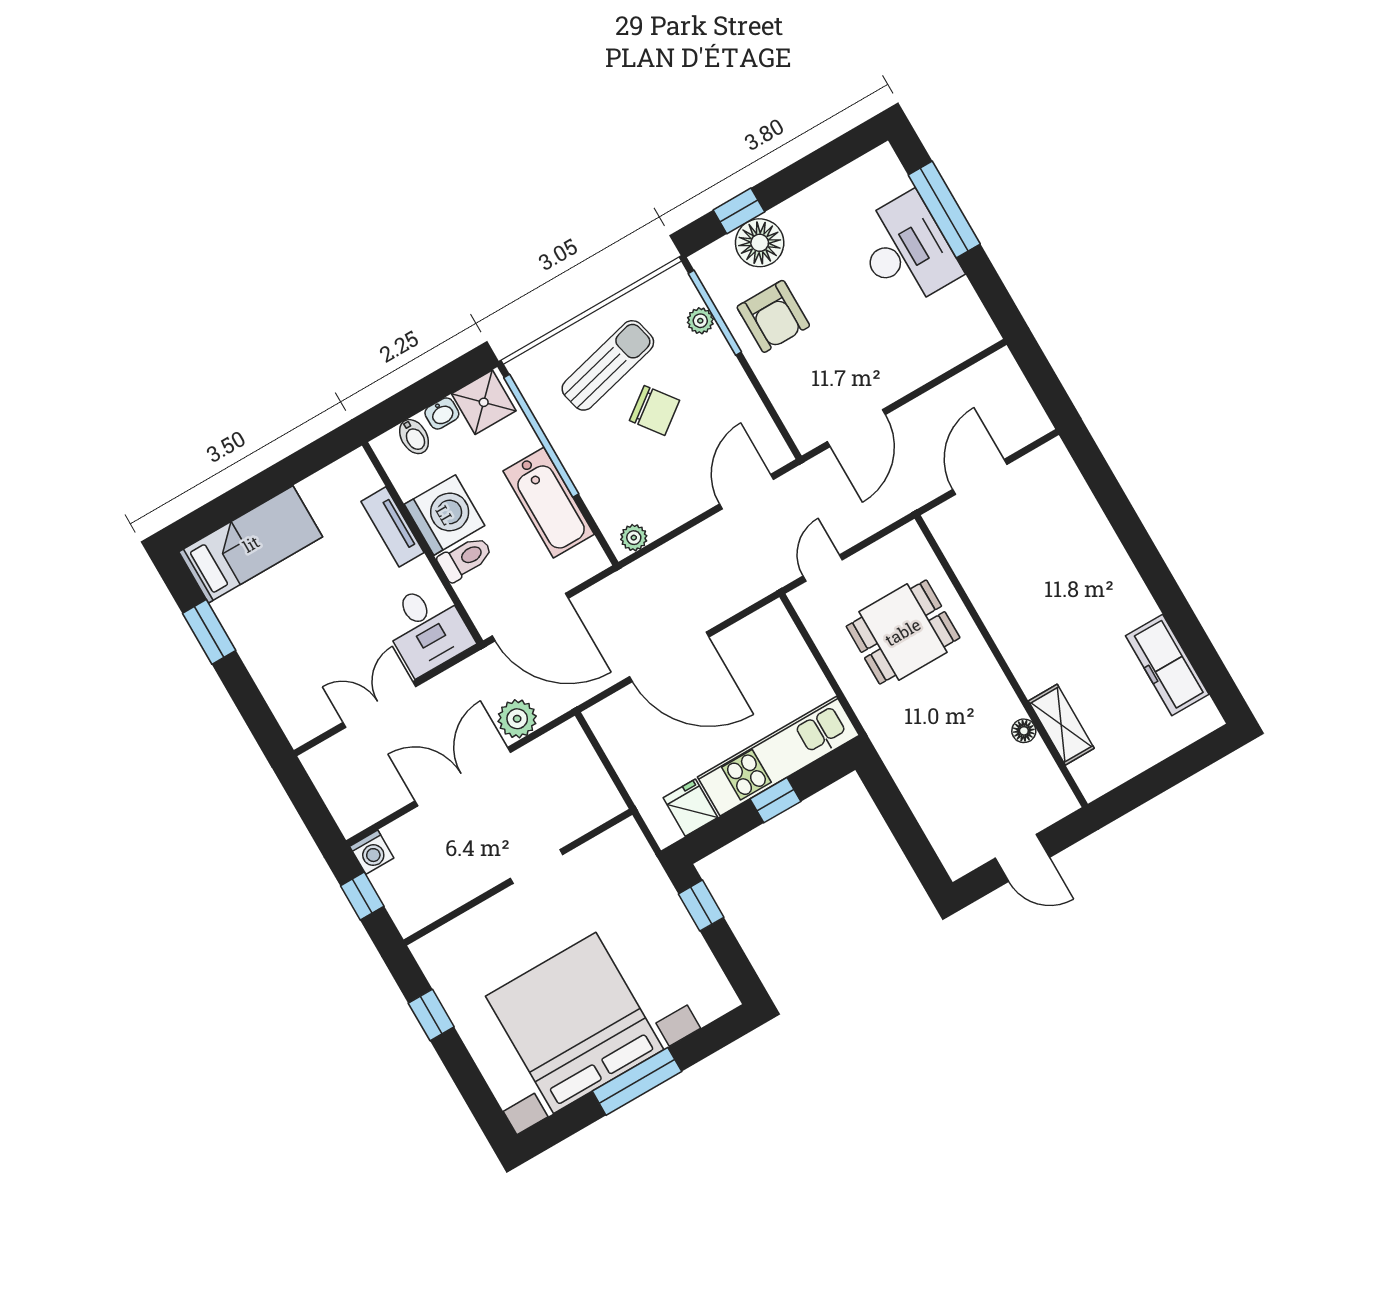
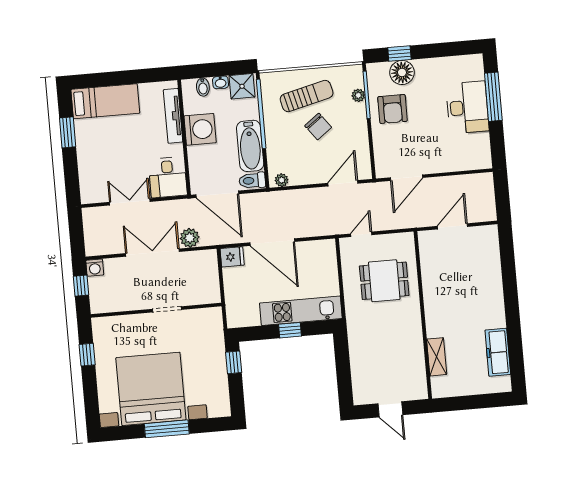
tv unit: (393, 527) -> (173, 116), width x1.41
toilet: (465, 558) -> (252, 180), moved, turned 180
floor lamp: (1024, 731) -> (418, 352), removed
fridge: (690, 808) -> (232, 257), moved, turned 90

